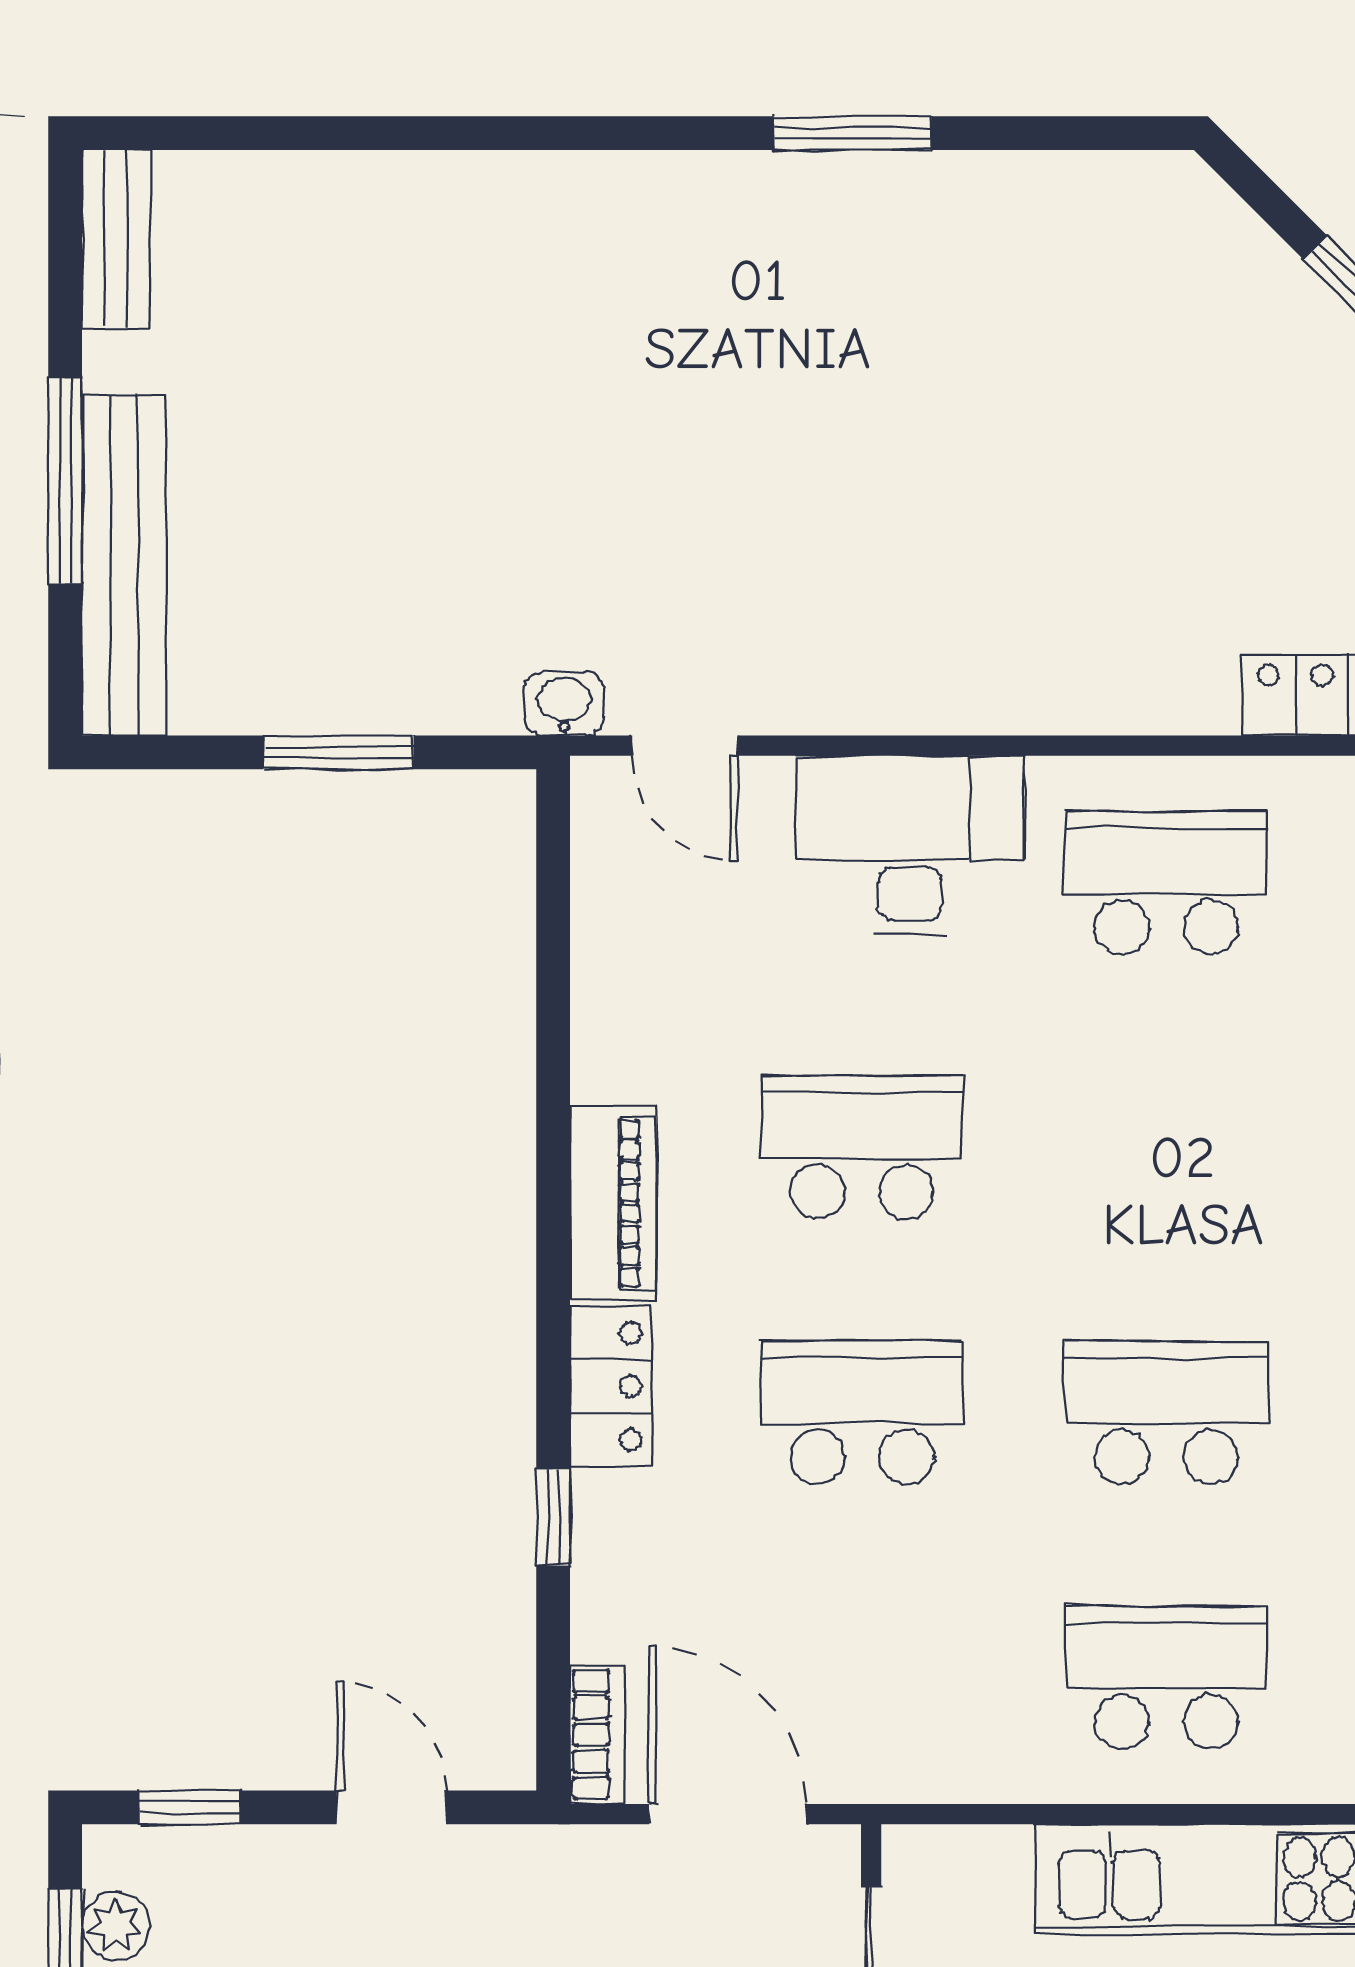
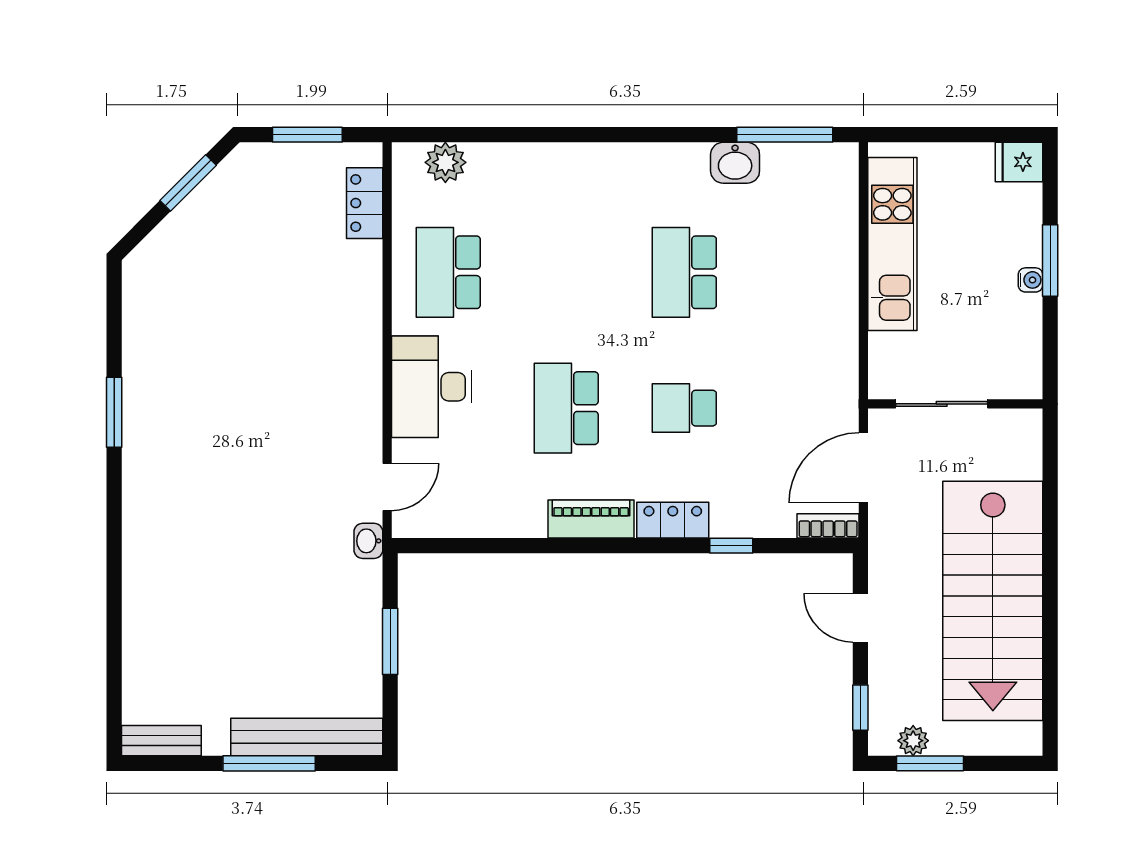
school desk: (862, 1412) -> (684, 408), width x0.54
school desk: (1166, 1677) -> (802, 272), removed
door: (391, 1807) -> (860, 618), hinge flipped

